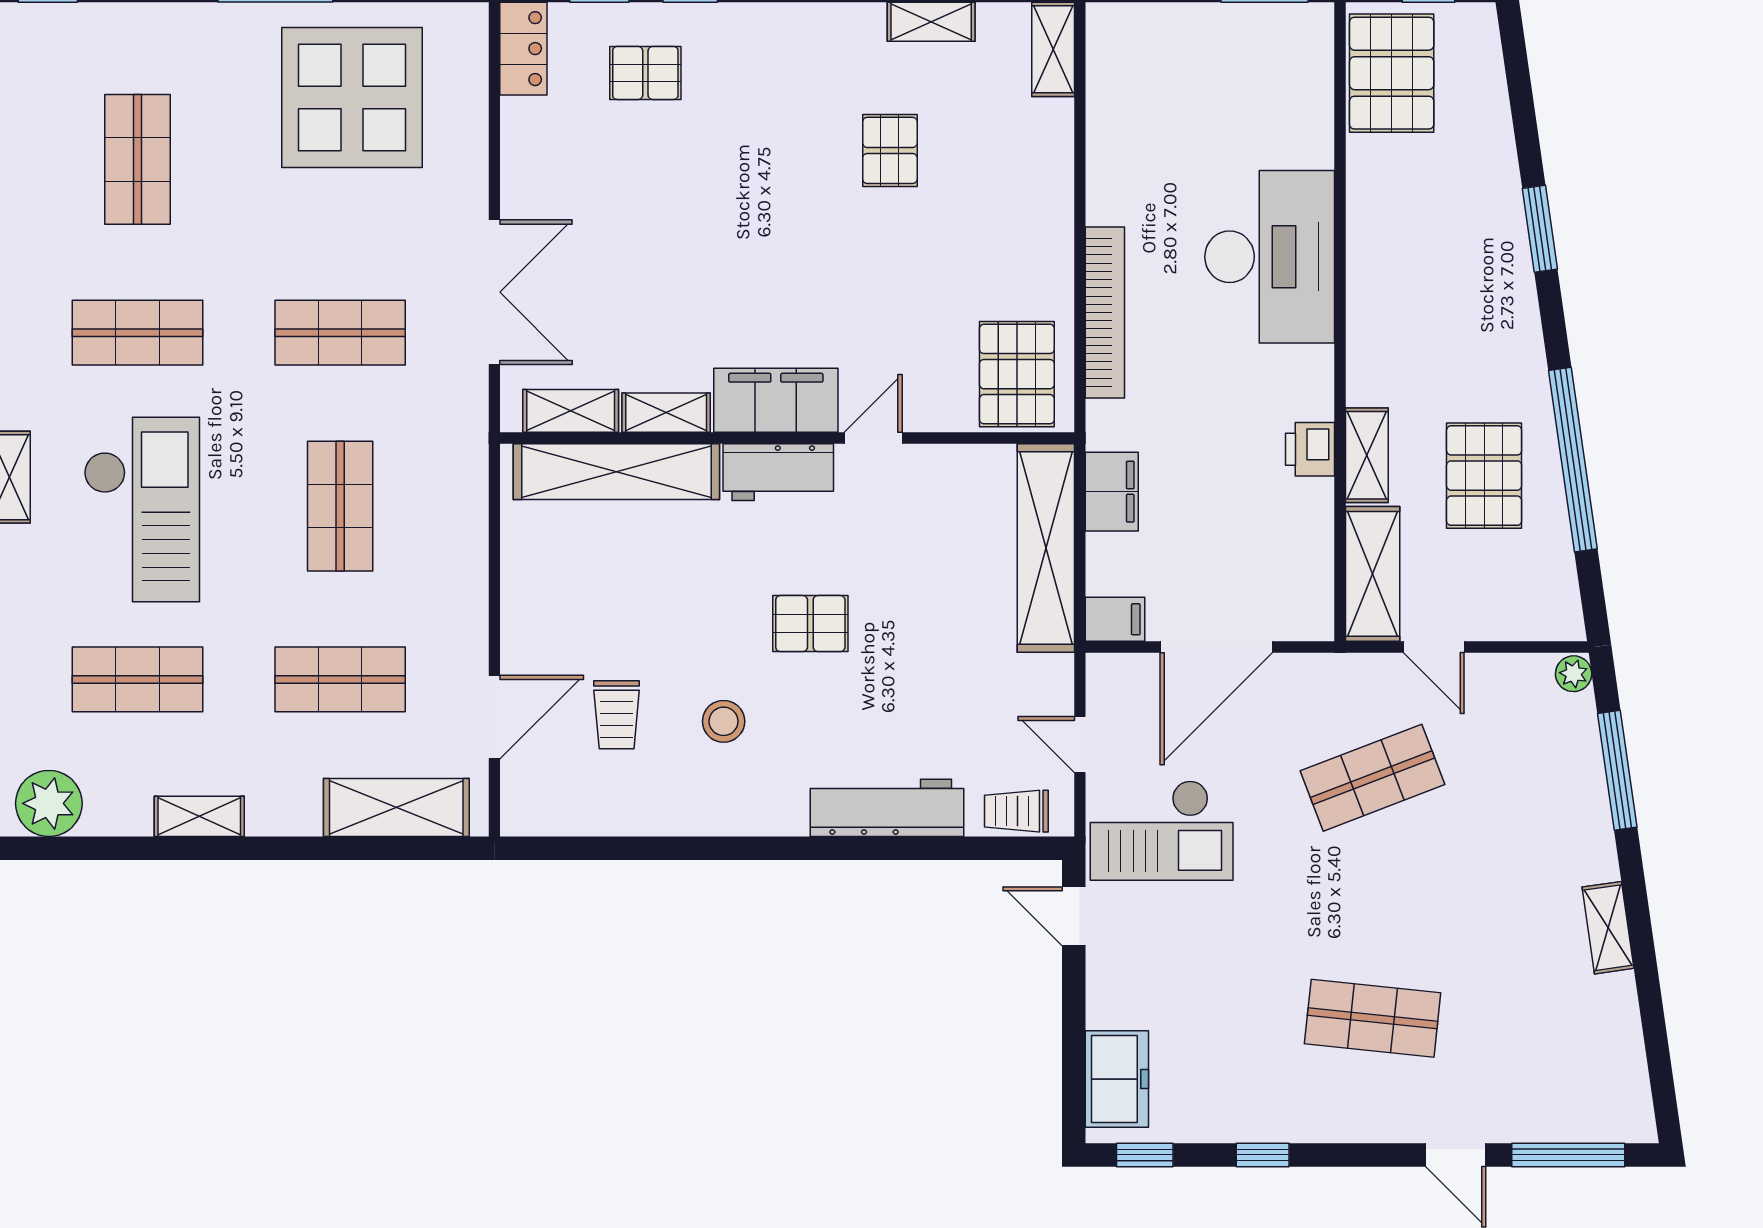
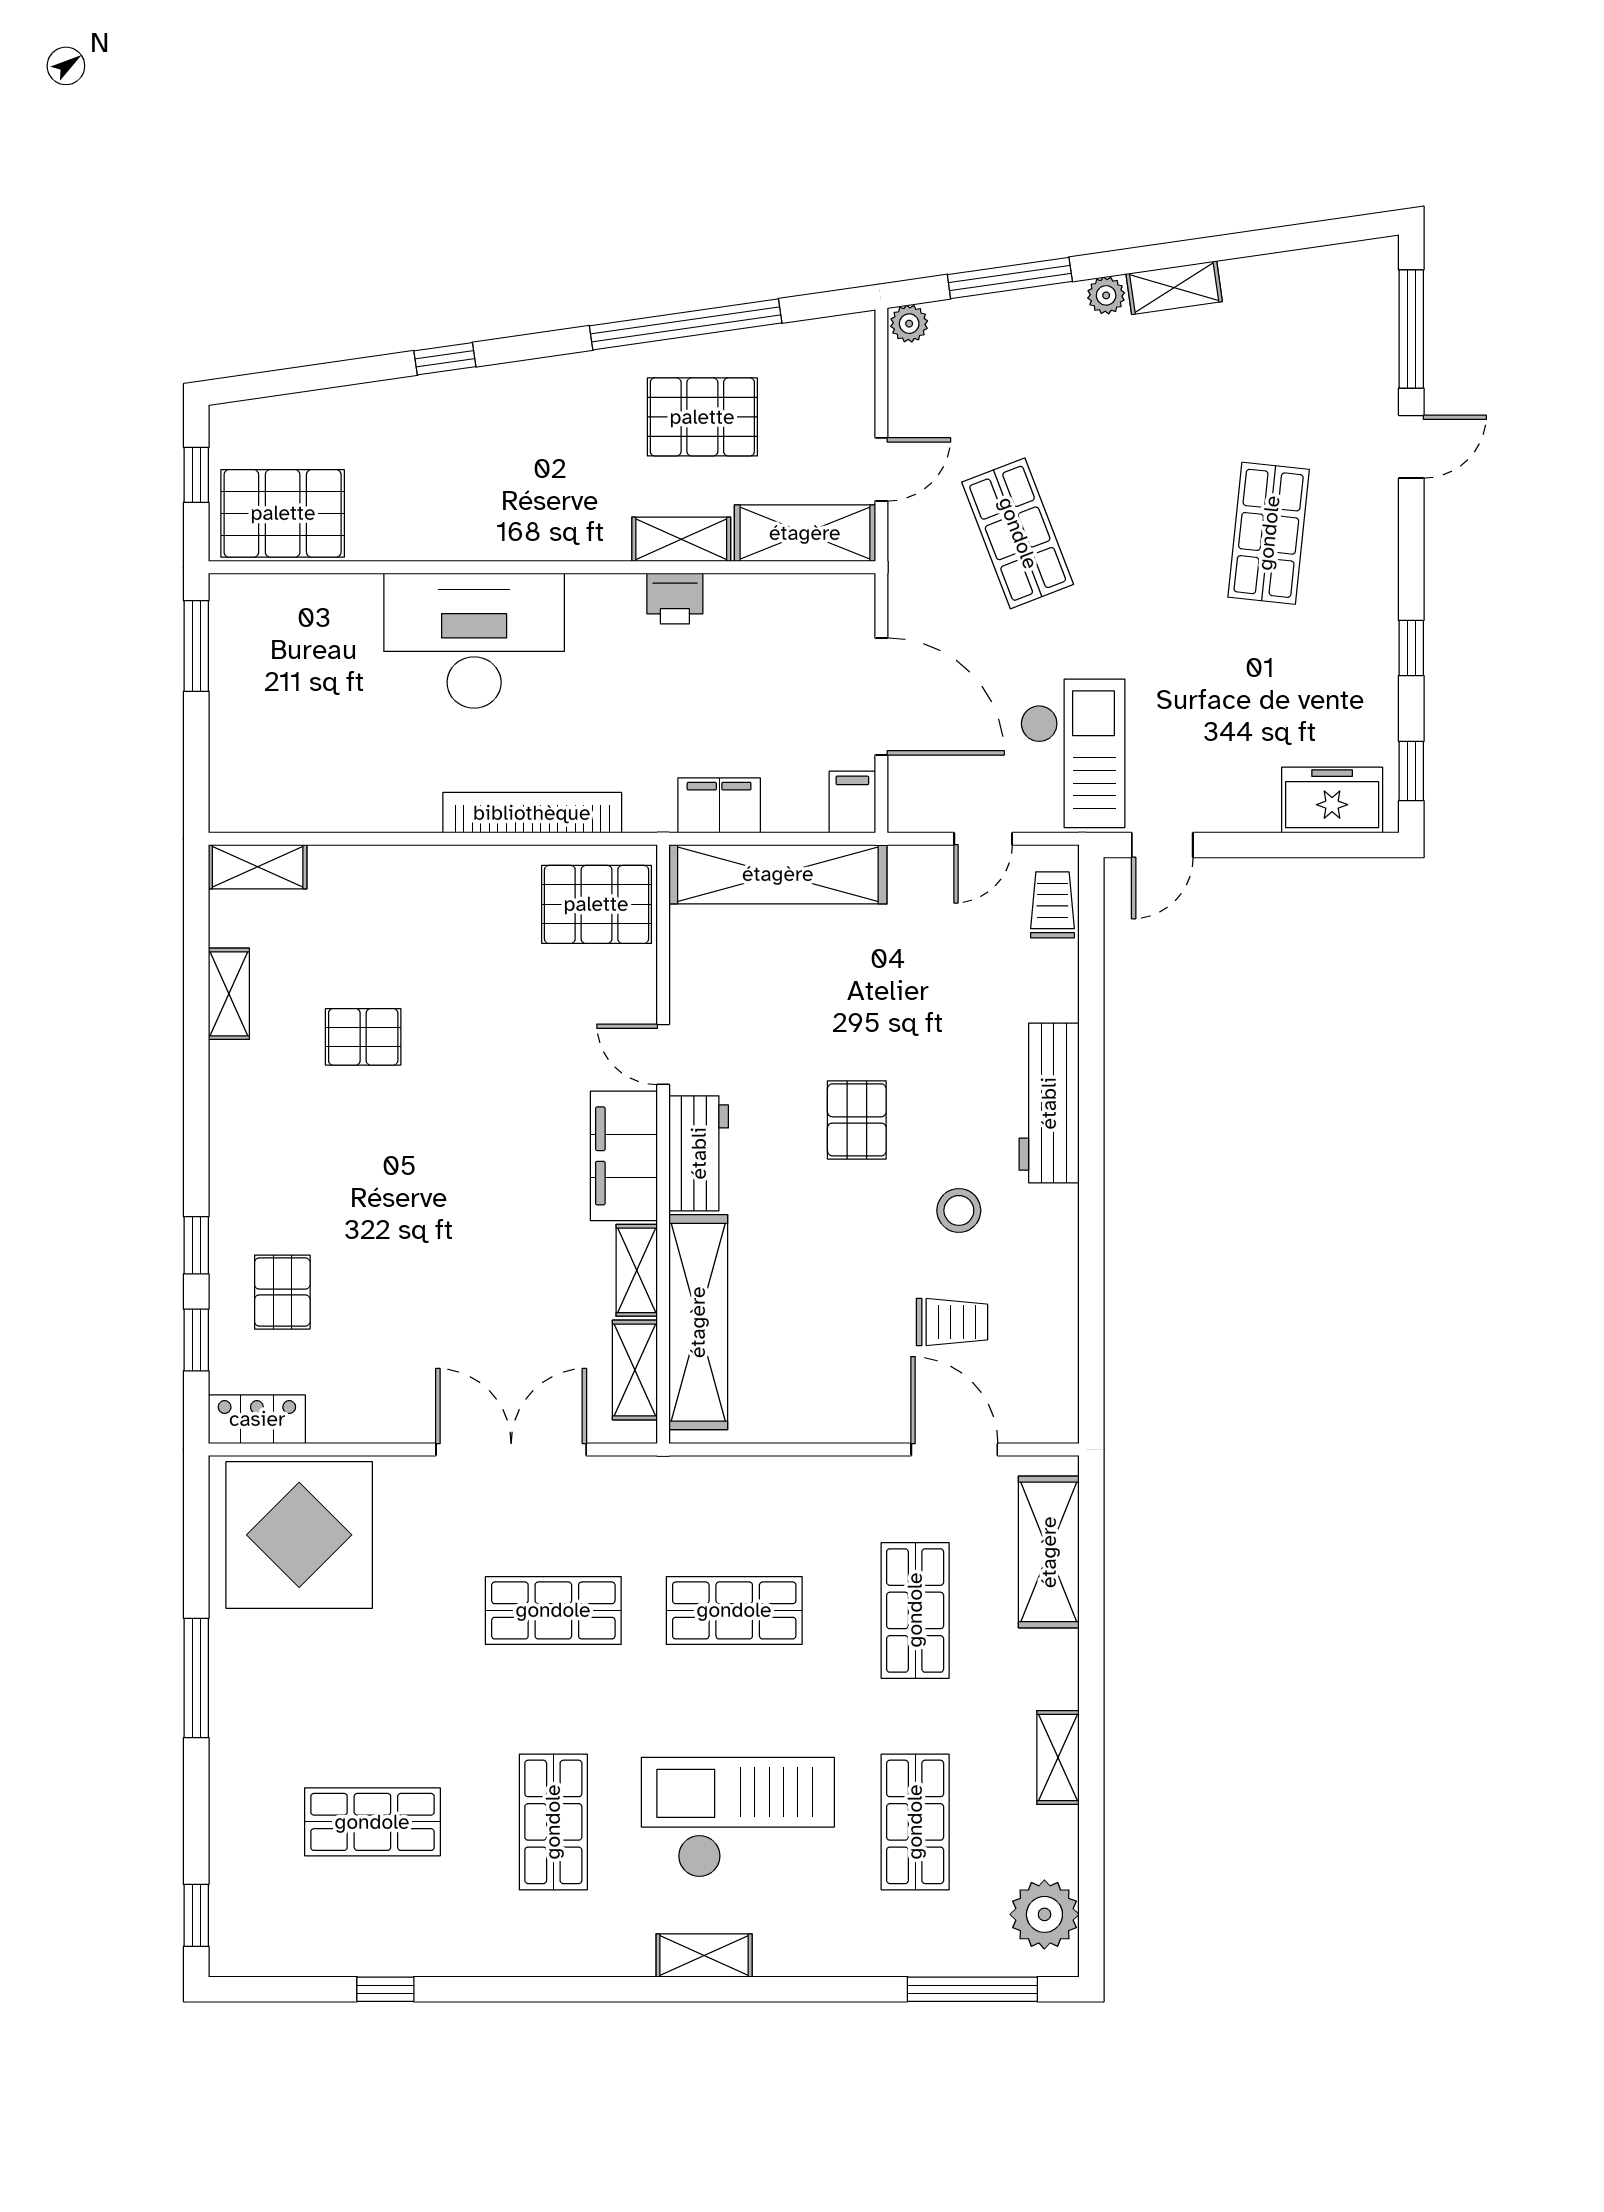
display table: (352, 98) -> (299, 1535), moved
window: (1540, 229) -> (445, 359), width x0.67
shop shelf: (340, 333) -> (553, 1610), turned 90
workbench: (887, 808) -> (1049, 1103), moved
trolley: (1016, 811) -> (1052, 905), turned 180
plant: (1601, 862) -> (1106, 295), added

